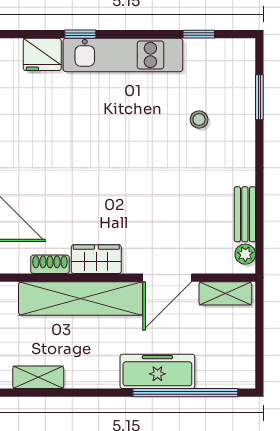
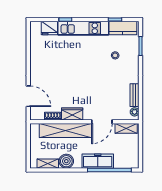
kitchen counter: (218, 55) -> (123, 28), added
boiler: (83, 372) -> (66, 161), added

